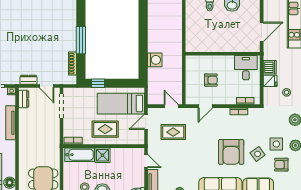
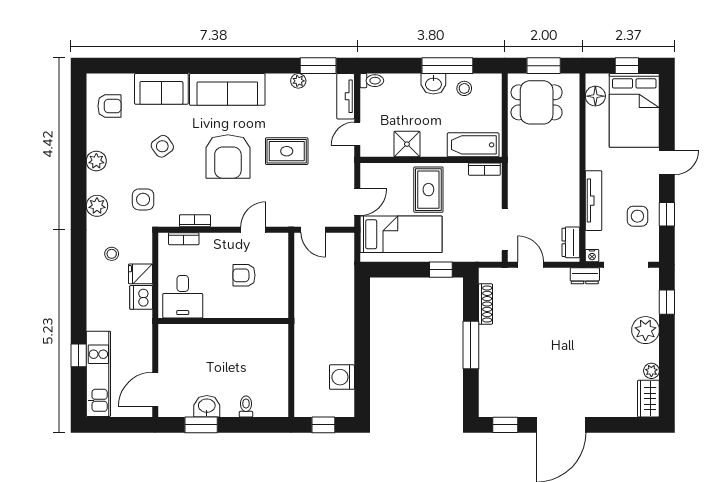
door: (262, 32) -> (155, 389), moved
washing machine: (155, 60) -> (342, 377), moved
dresser: (28, 80) -> (585, 276), moved
rug: (105, 129) -> (428, 190), turned 90
rug: (173, 132) -> (287, 151), moved
side table: (276, 144) -> (143, 199), moved
armchair: (231, 152) -> (228, 156), moved, turned 180
shower: (103, 155) -> (407, 144), moved
door: (146, 161) -> (357, 134), hinge flipped
armchair: (281, 165) -> (109, 106), moved

